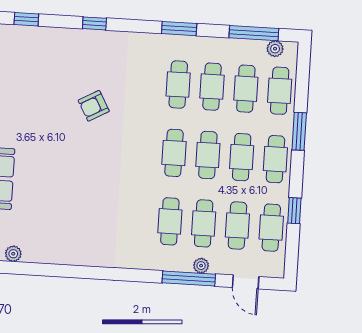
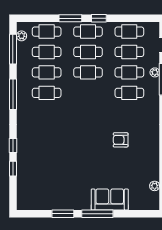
window: (26, 19) -> (13, 169), moved
window: (179, 29) -> (13, 94), width x1.44
armchair: (94, 106) -> (121, 140), moved, turned 119
cafe table: (174, 153) -> (88, 93), removed
window: (294, 211) -> (99, 18), moved

